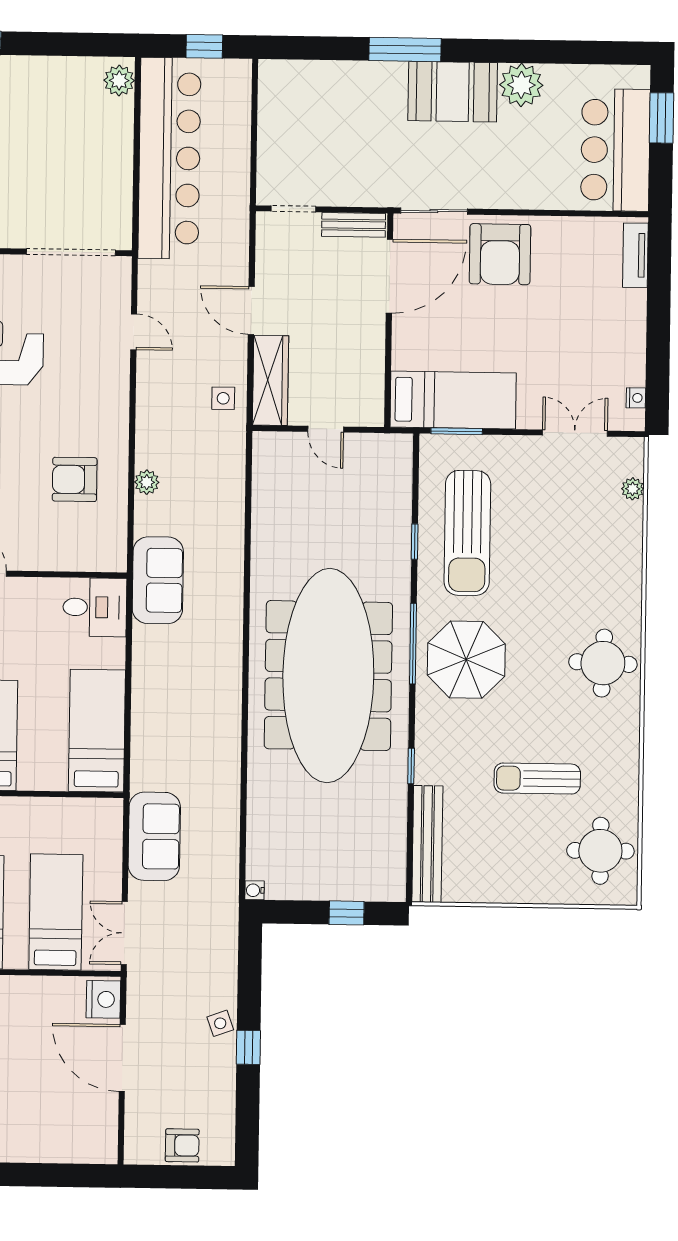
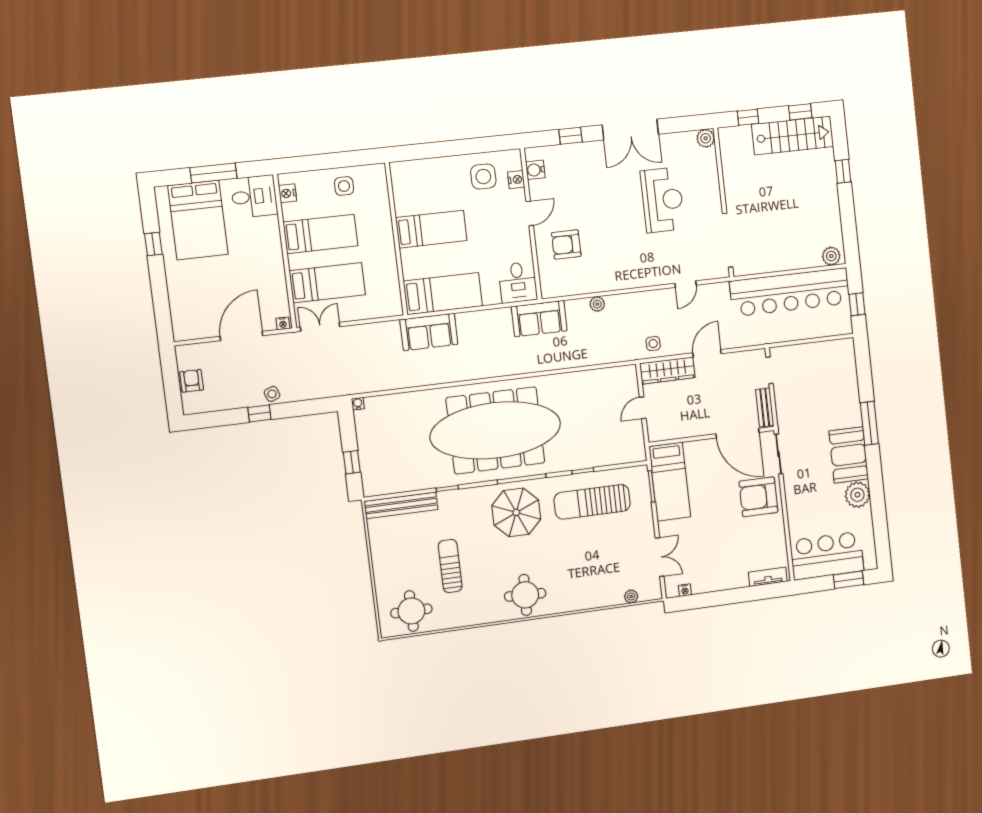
armchair: (75, 479) -> (566, 244), moved, turned -90
sofa: (154, 836) -> (429, 332), moved
nightstand: (103, 999) -> (283, 323), width x0.53, depth x0.56
armchair: (182, 1145) -> (192, 381), turned 180

